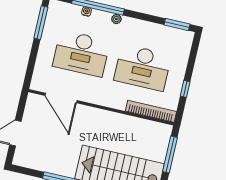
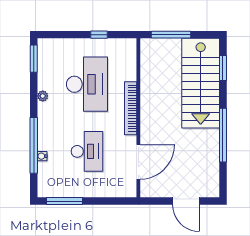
plant: (116, 19) -> (43, 96), moved
desk: (81, 53) -> (87, 151), width x0.73, depth x0.77
bookcase: (151, 111) -> (131, 108), moved

